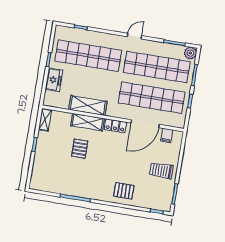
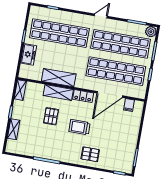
shelving: (38, 164) -> (14, 129), added
trolley: (161, 171) -> (79, 127), moved

